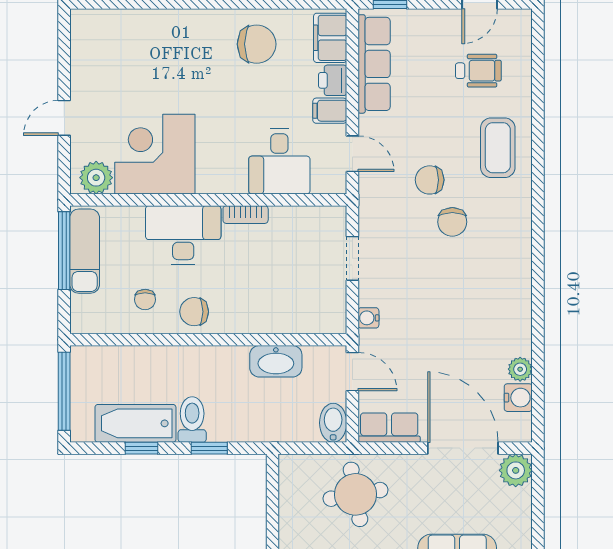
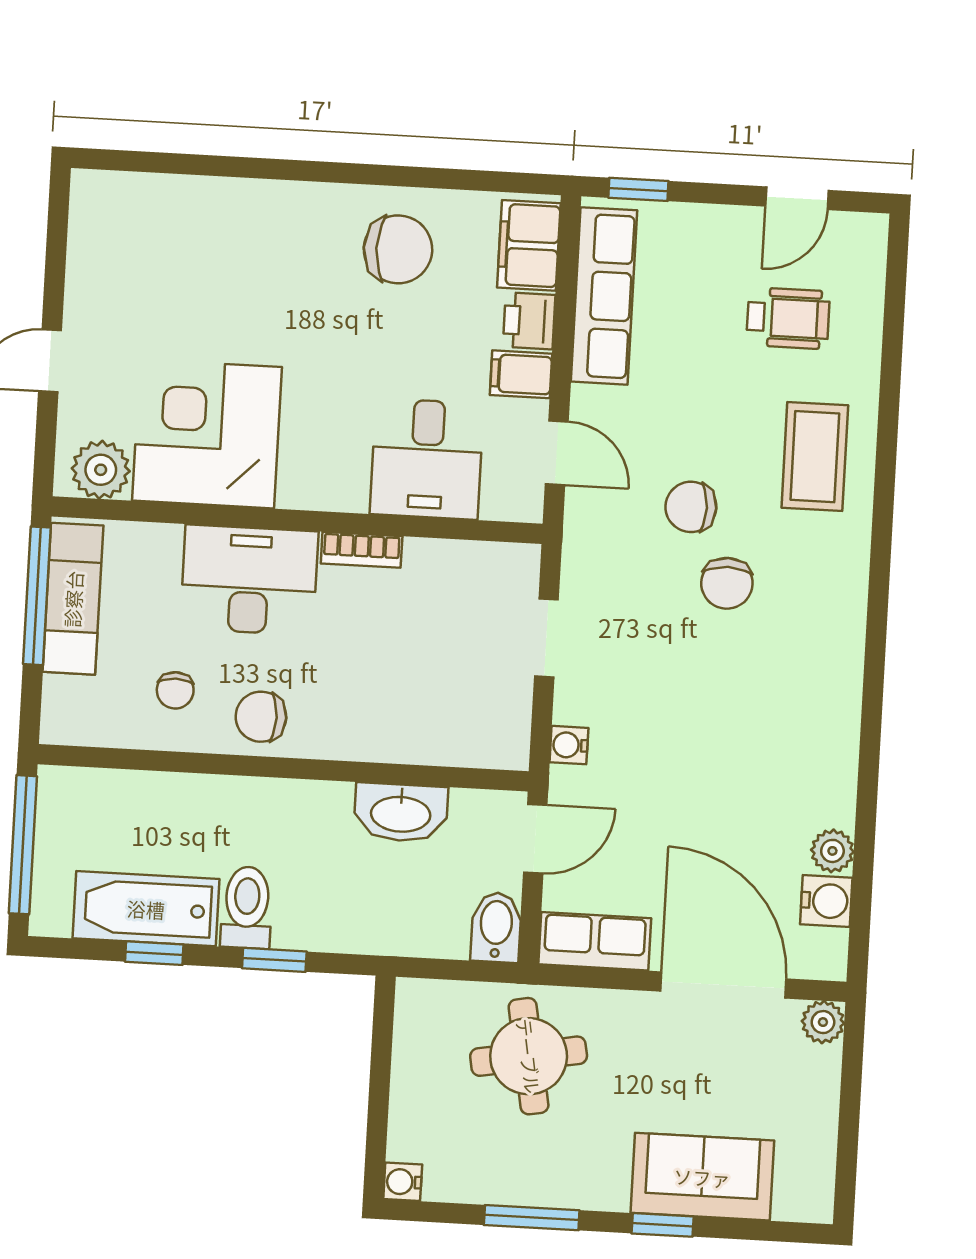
door: (352, 372) -> (535, 839), hinge flipped
plant: (516, 470) -> (823, 1022), width x0.73, depth x0.73

